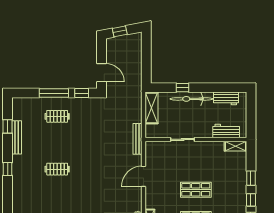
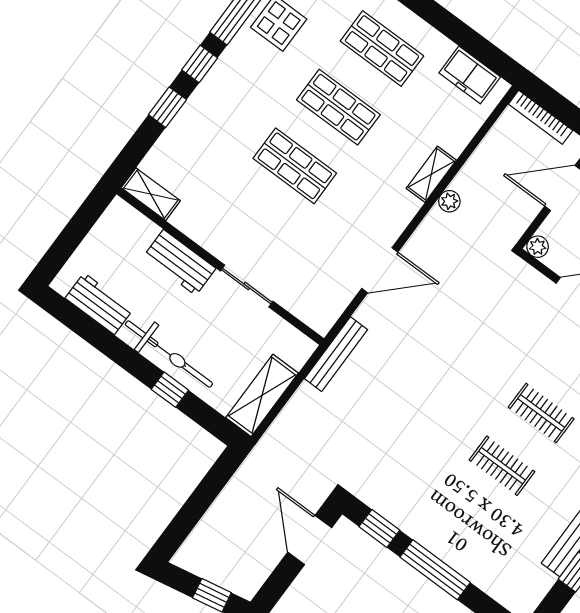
clothes rail: (57, 116) -> (502, 466), moved
workbench: (226, 131) -> (180, 262), moved

